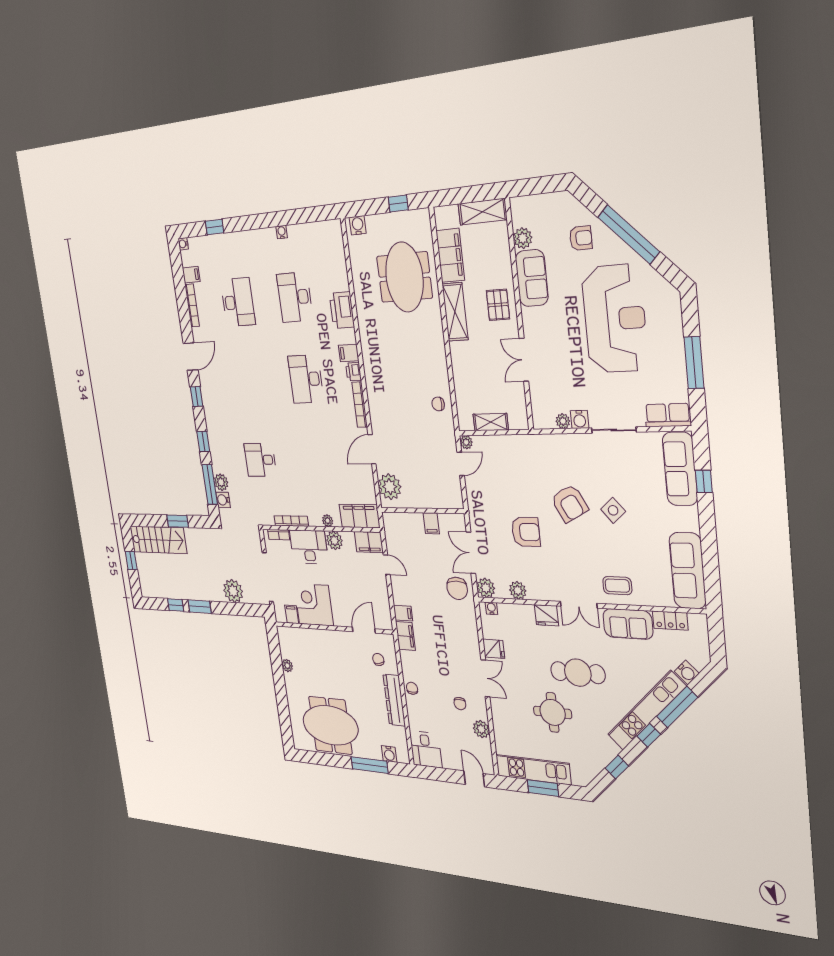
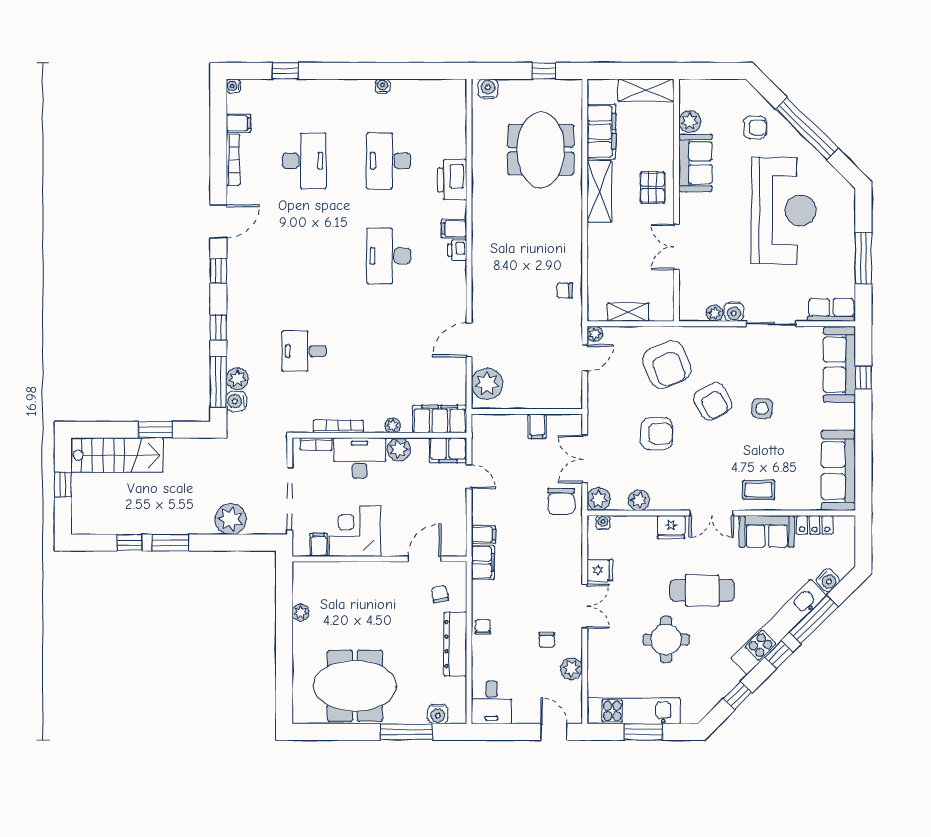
bookcase: (360, 405) -> (460, 288), removed
armchair: (527, 469) -> (667, 364), added
side table: (613, 510) -> (762, 408), turned 45

